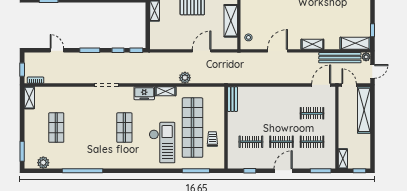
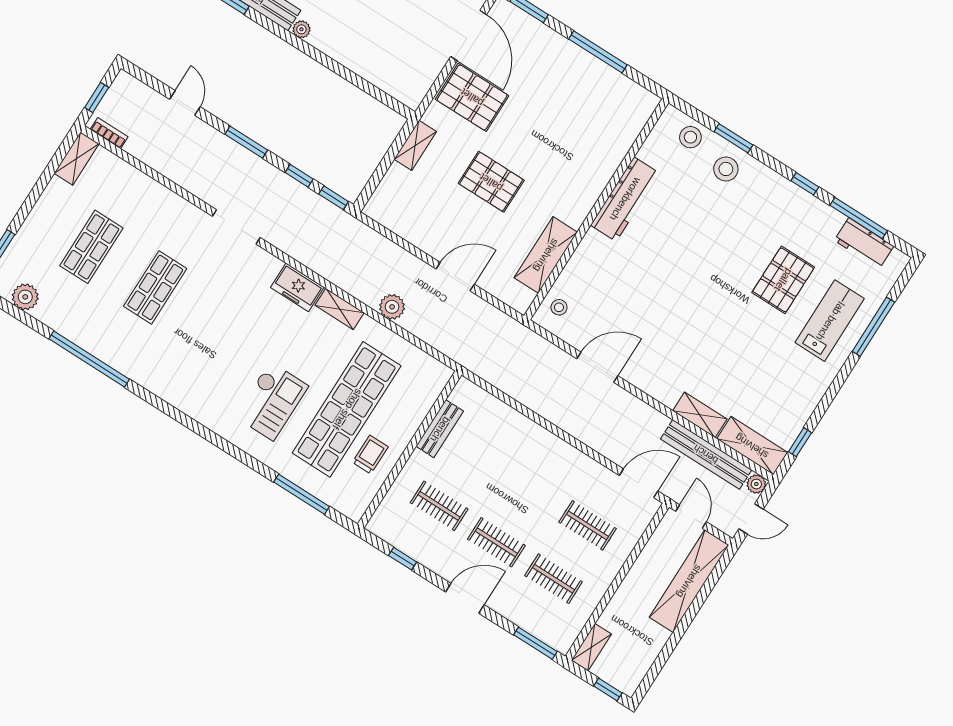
shelving: (312, 44) -> (700, 415), moved
bench: (232, 99) -> (440, 429), moved
shop shelf: (124, 128) -> (155, 287), moved
checkout: (162, 143) -> (272, 401), width x0.73, depth x0.83

